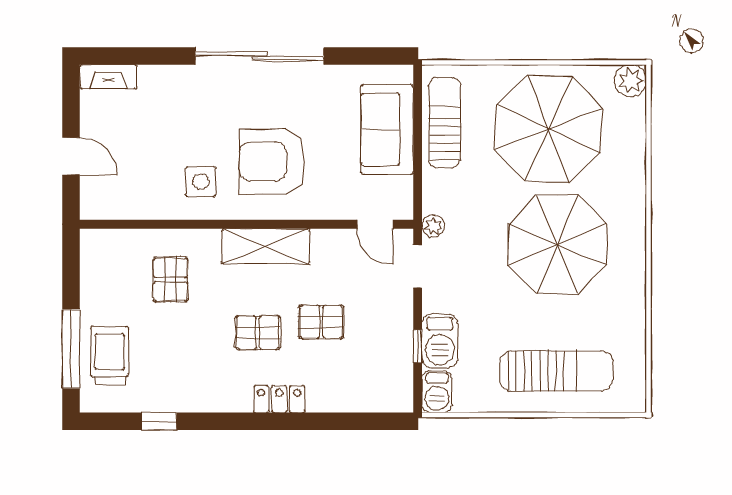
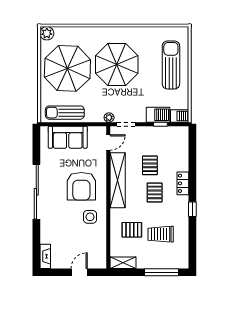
shelving: (266, 246) -> (118, 180), width x1.47
shelving: (93, 259) -> (123, 263), added
trolley: (110, 356) -> (161, 234), moved
window: (159, 421) -> (192, 209), moved

